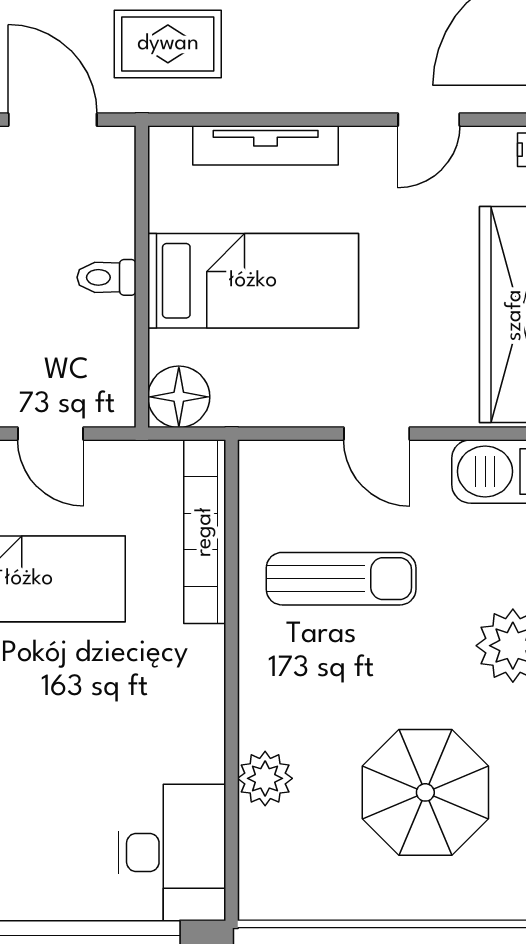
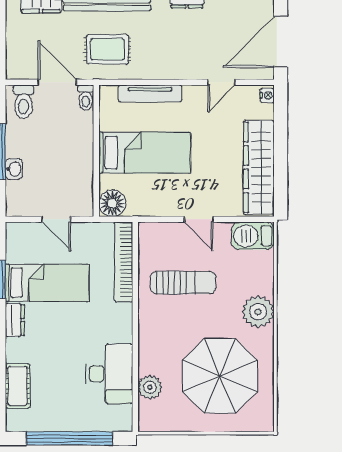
toilet: (107, 277) -> (86, 98), moved, turned -90
plant: (265, 778) -> (150, 387), moved
parasol: (425, 792) -> (220, 376), width x1.36, depth x1.36
desk: (172, 853) -> (109, 374), moved

